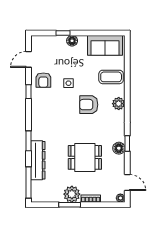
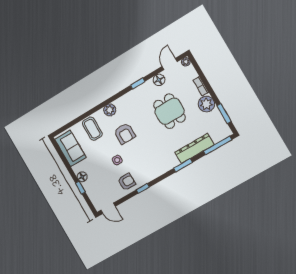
door: (29, 59) -> (108, 208), moved
floor lamp: (119, 148) -> (159, 80), moved
window: (70, 205) -> (224, 114), moved

